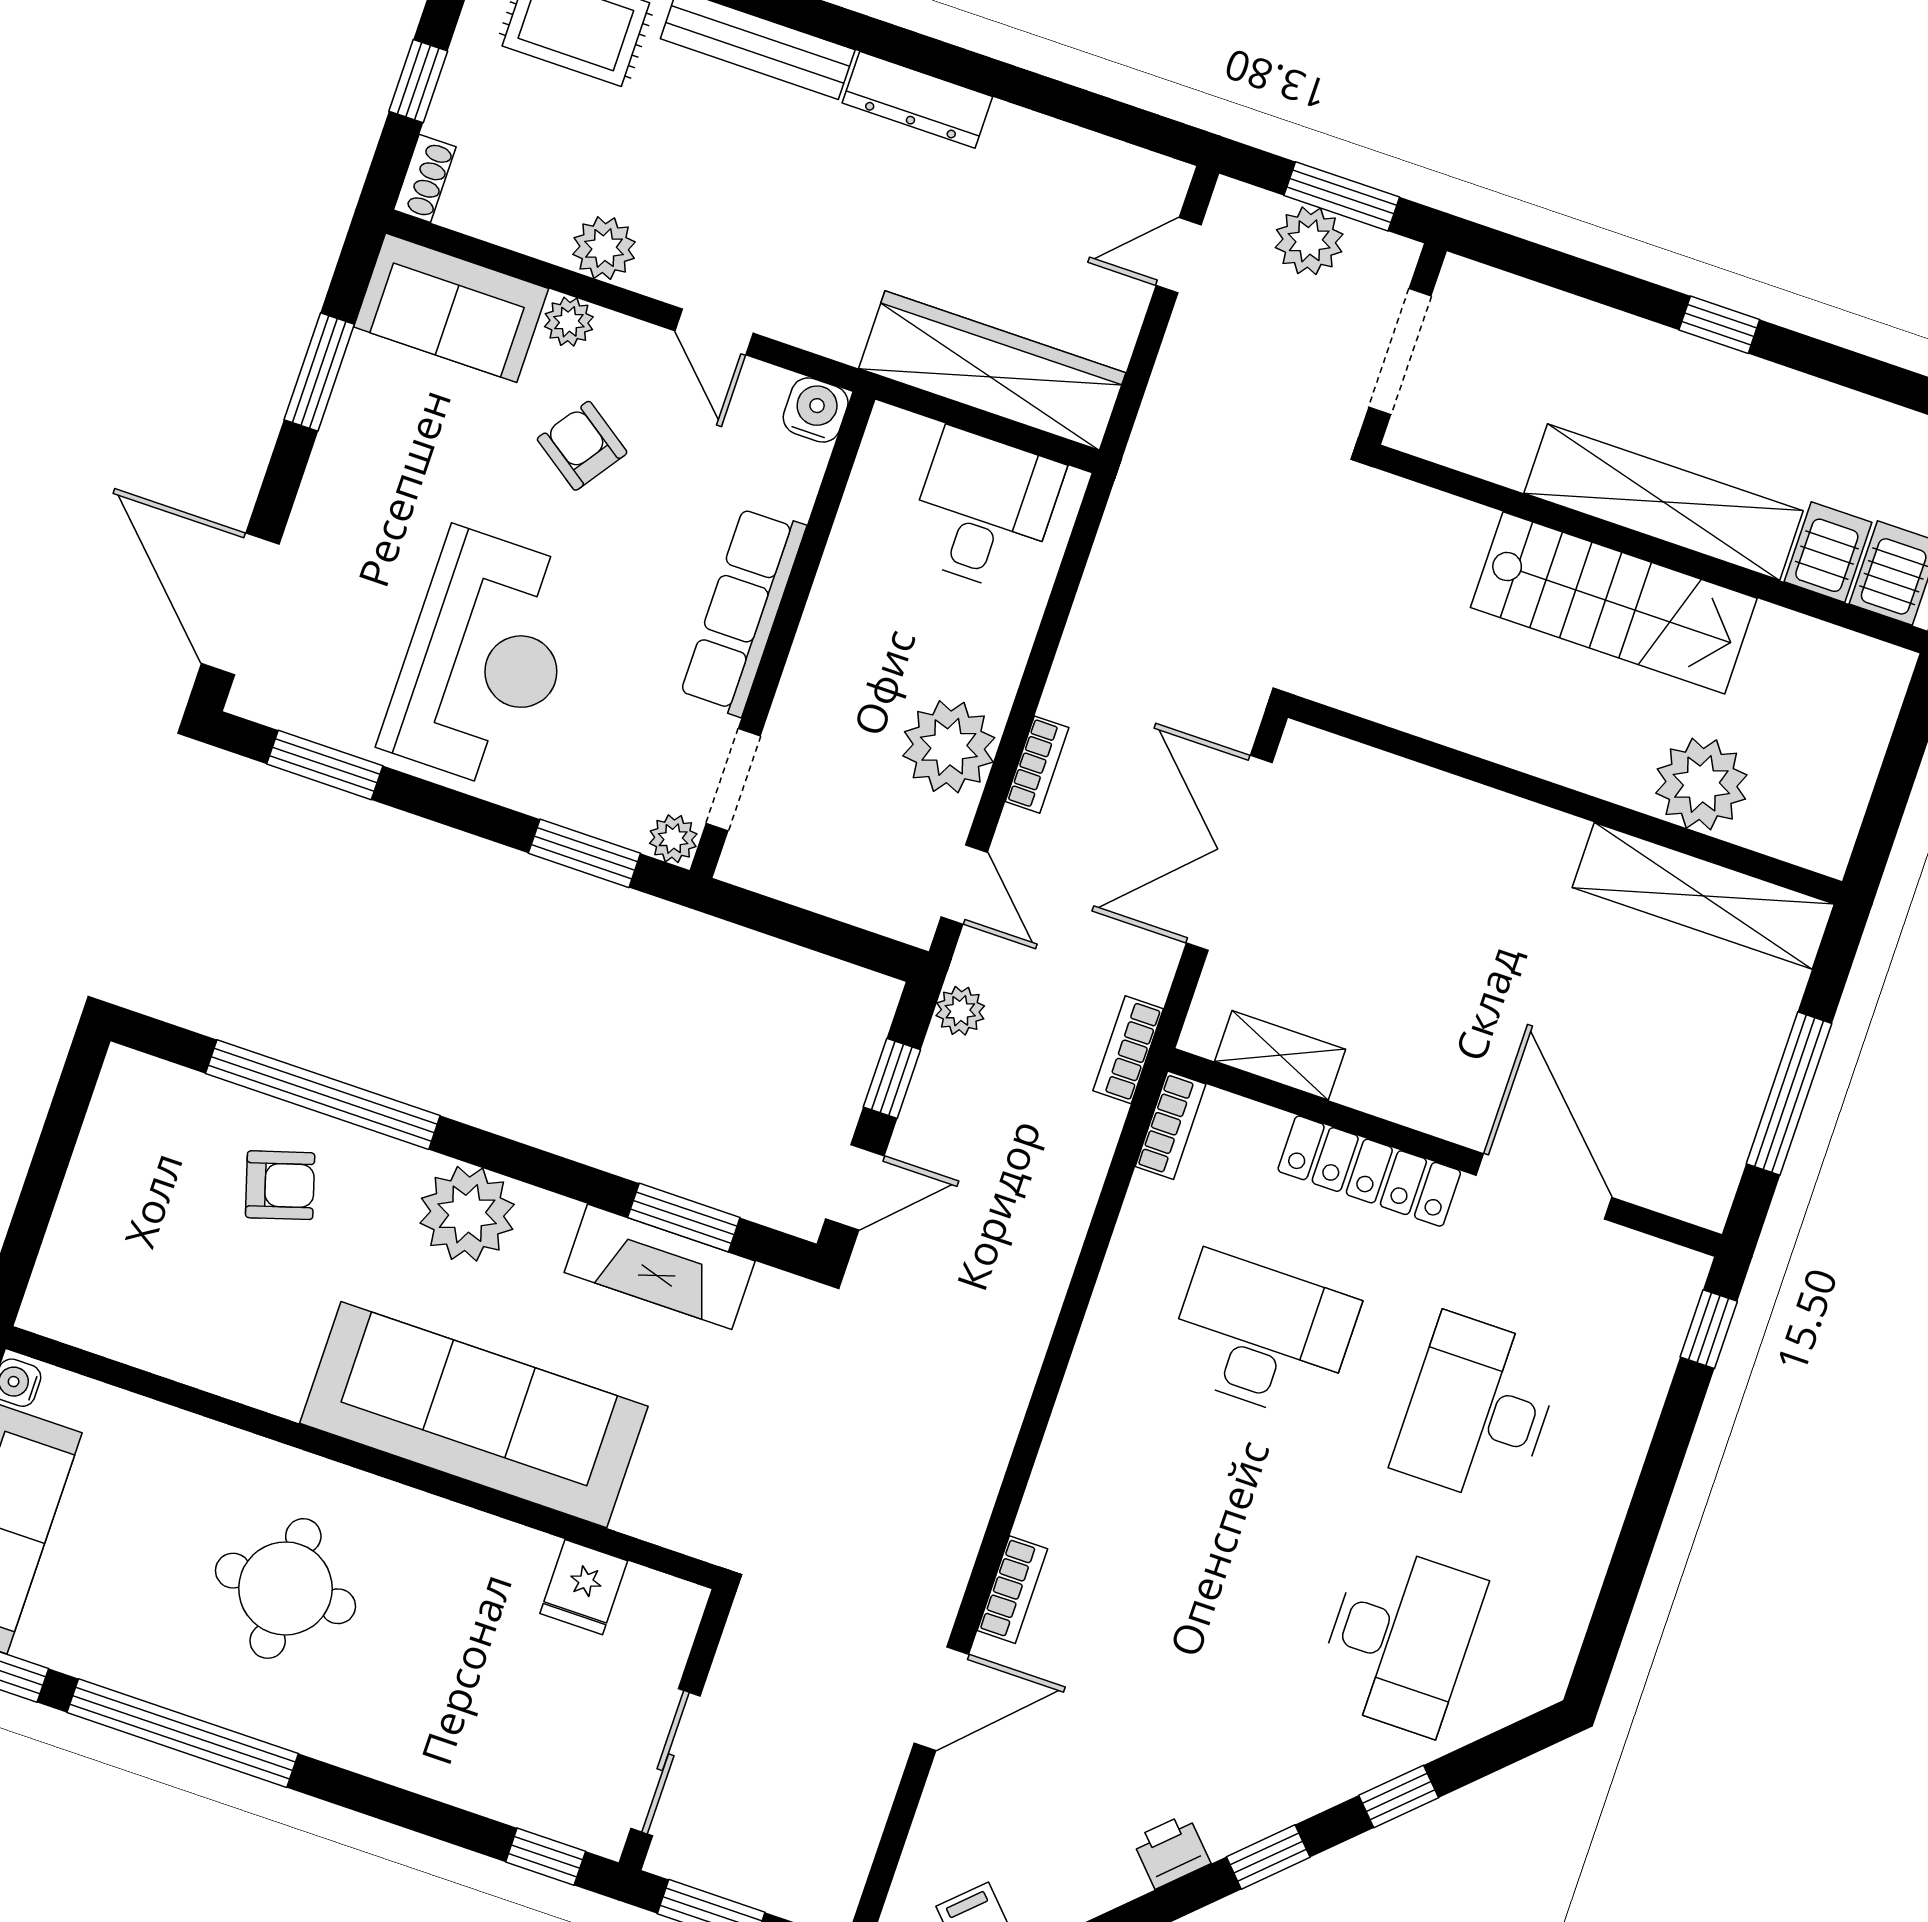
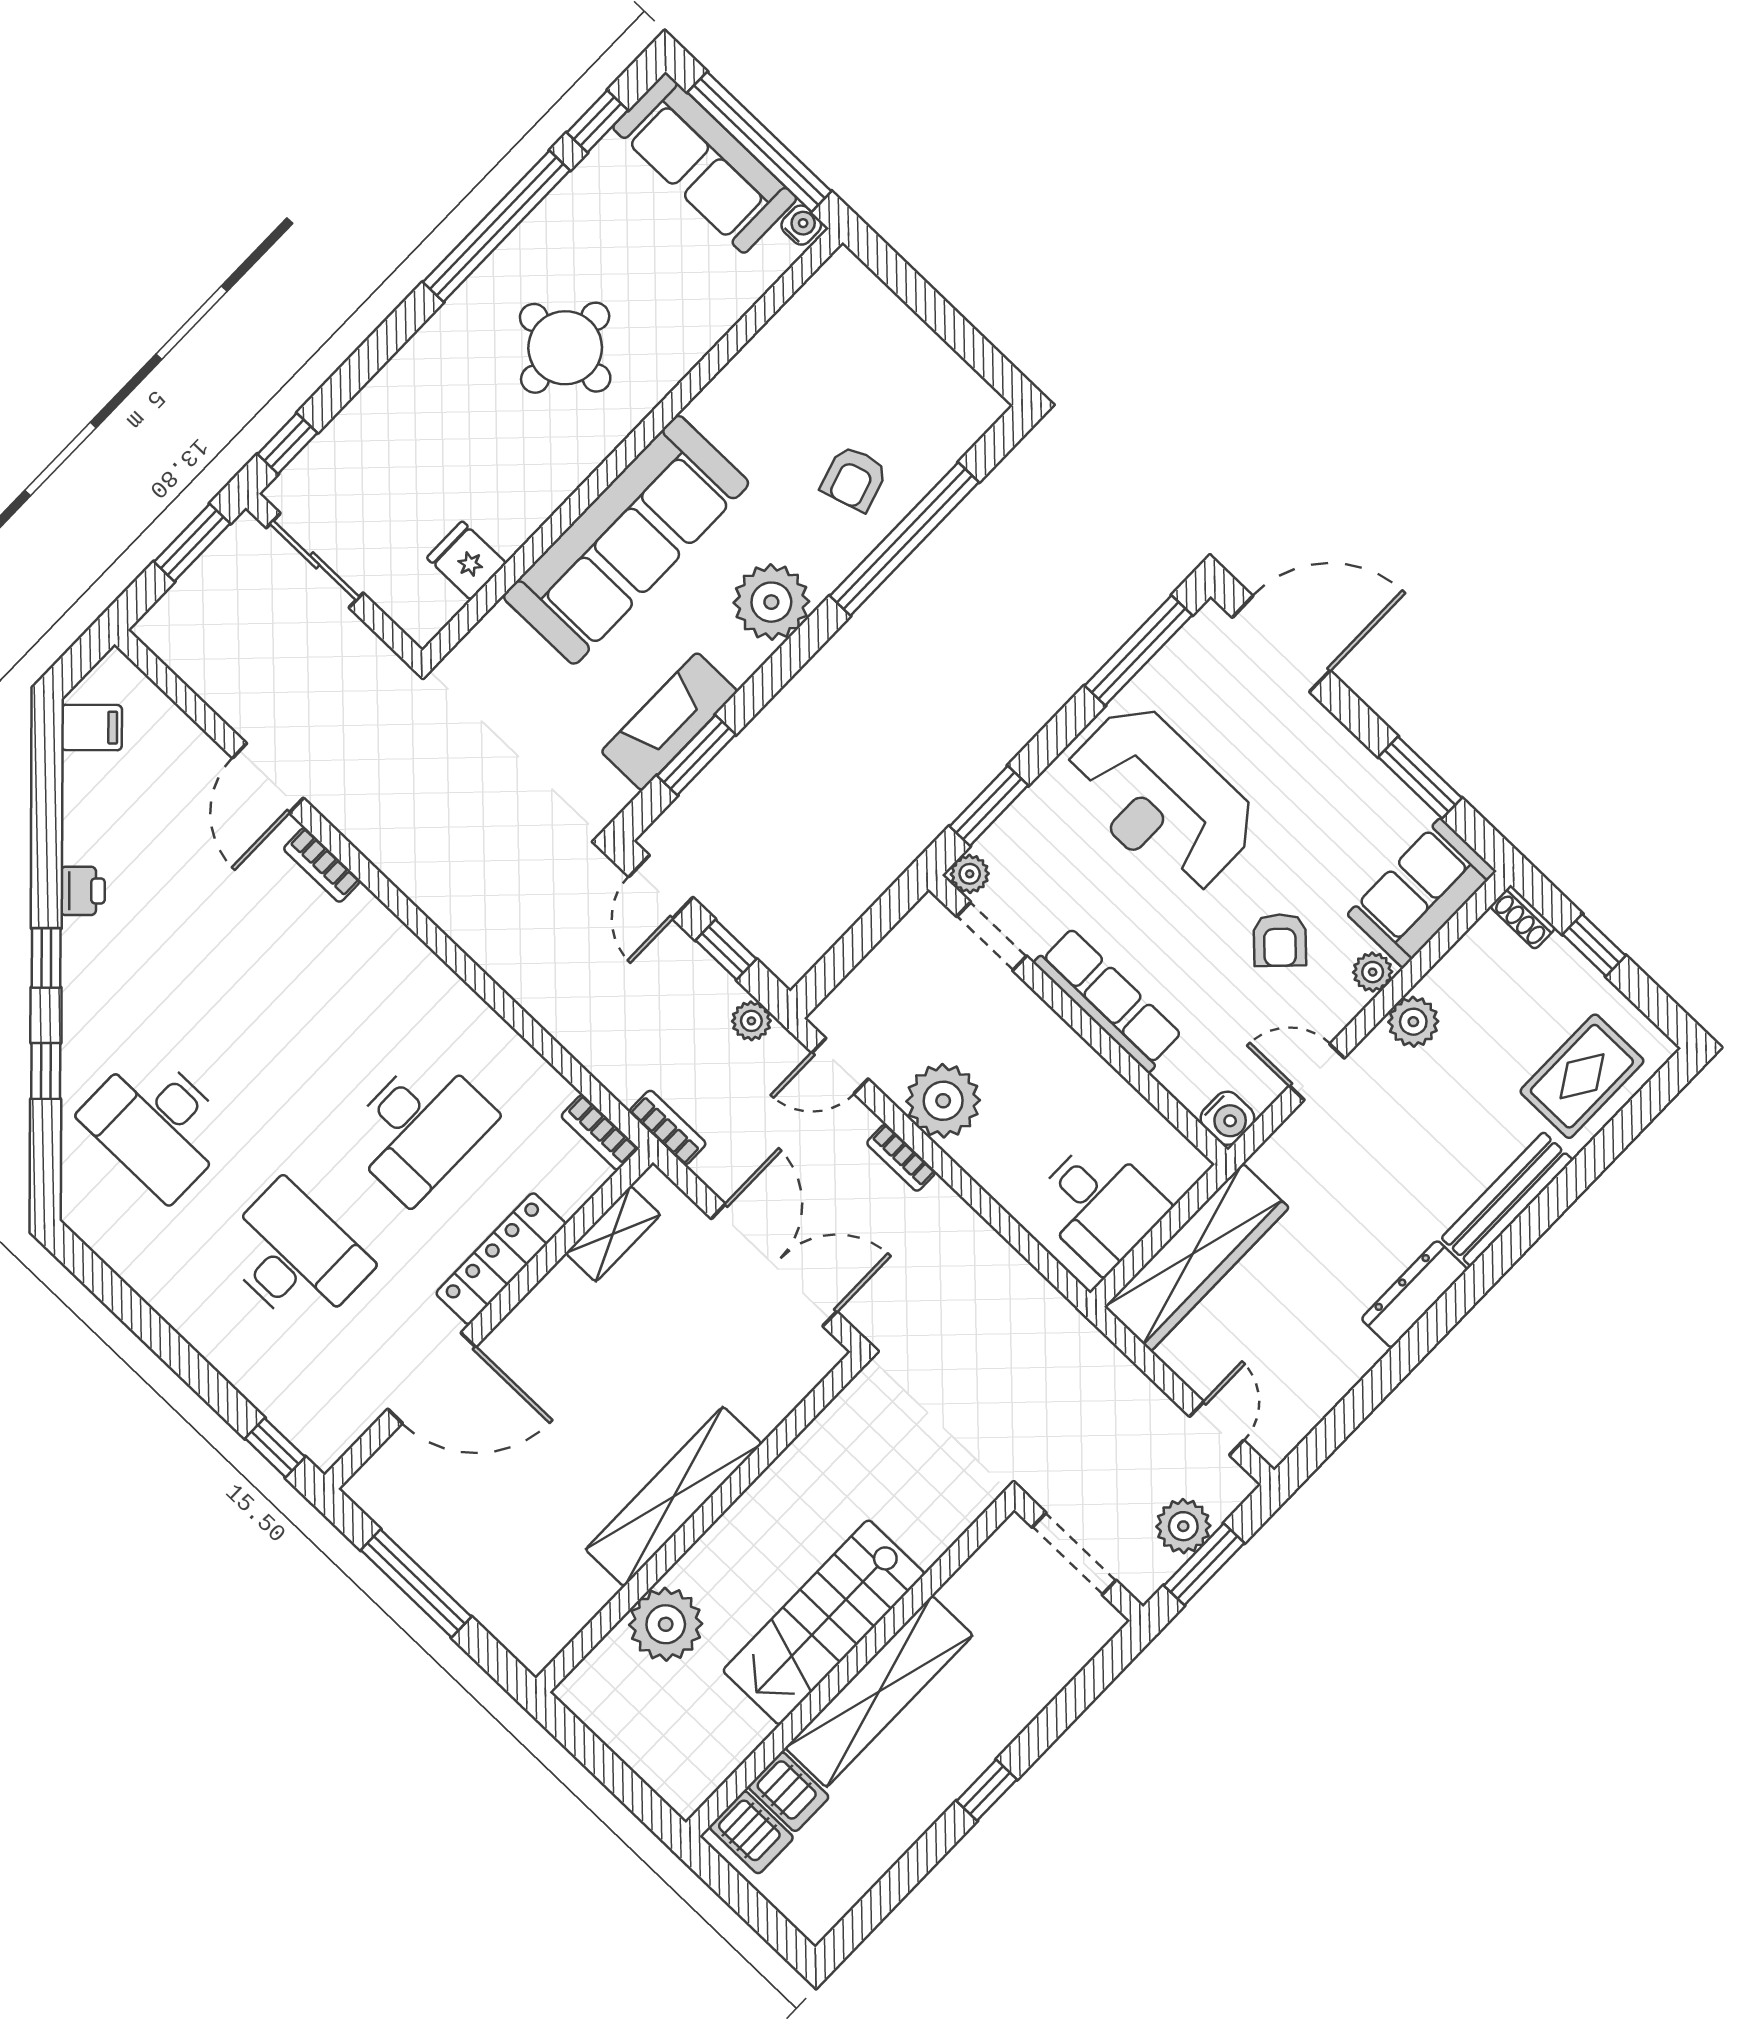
armchair: (582, 446) -> (1280, 940), turned 100
window: (325, 765) -> (1138, 650), width x1.44
shelving: (1703, 896) -> (674, 1497), moved

